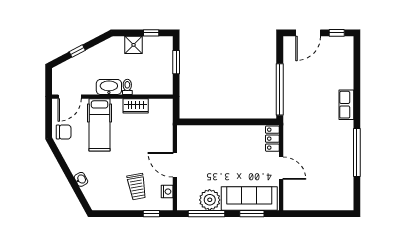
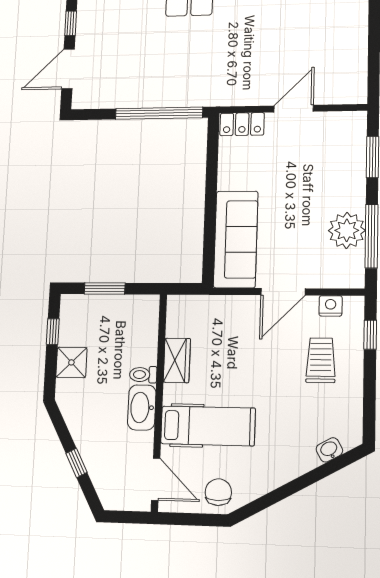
door: (308, 33) -> (68, 69), swing flipped
washbasin: (81, 179) -> (329, 450), moved
trolley: (137, 187) -> (321, 360), turned -80
sofa: (249, 198) -> (236, 239), moved, turned 180

